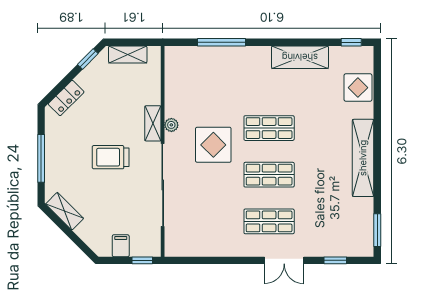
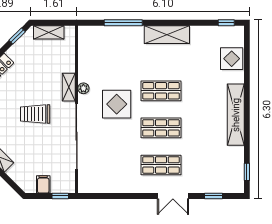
shelving: (300, 57) -> (167, 35), moved
window: (377, 230) -> (247, 172), width x0.67

